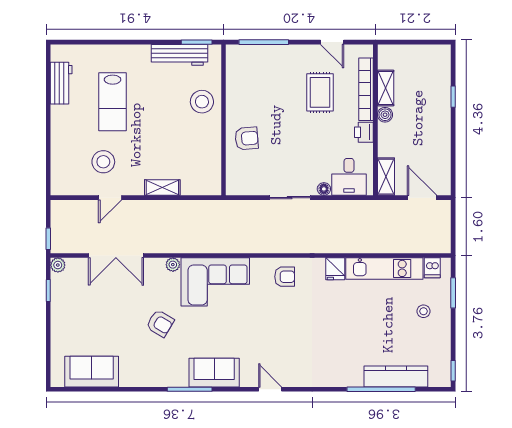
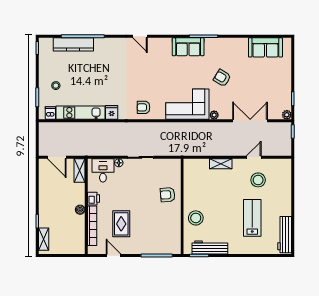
workbench: (61, 83) -> (285, 235), width x1.37
shelving: (386, 88) -> (44, 239), moved
door: (270, 389) -> (140, 36), moved

